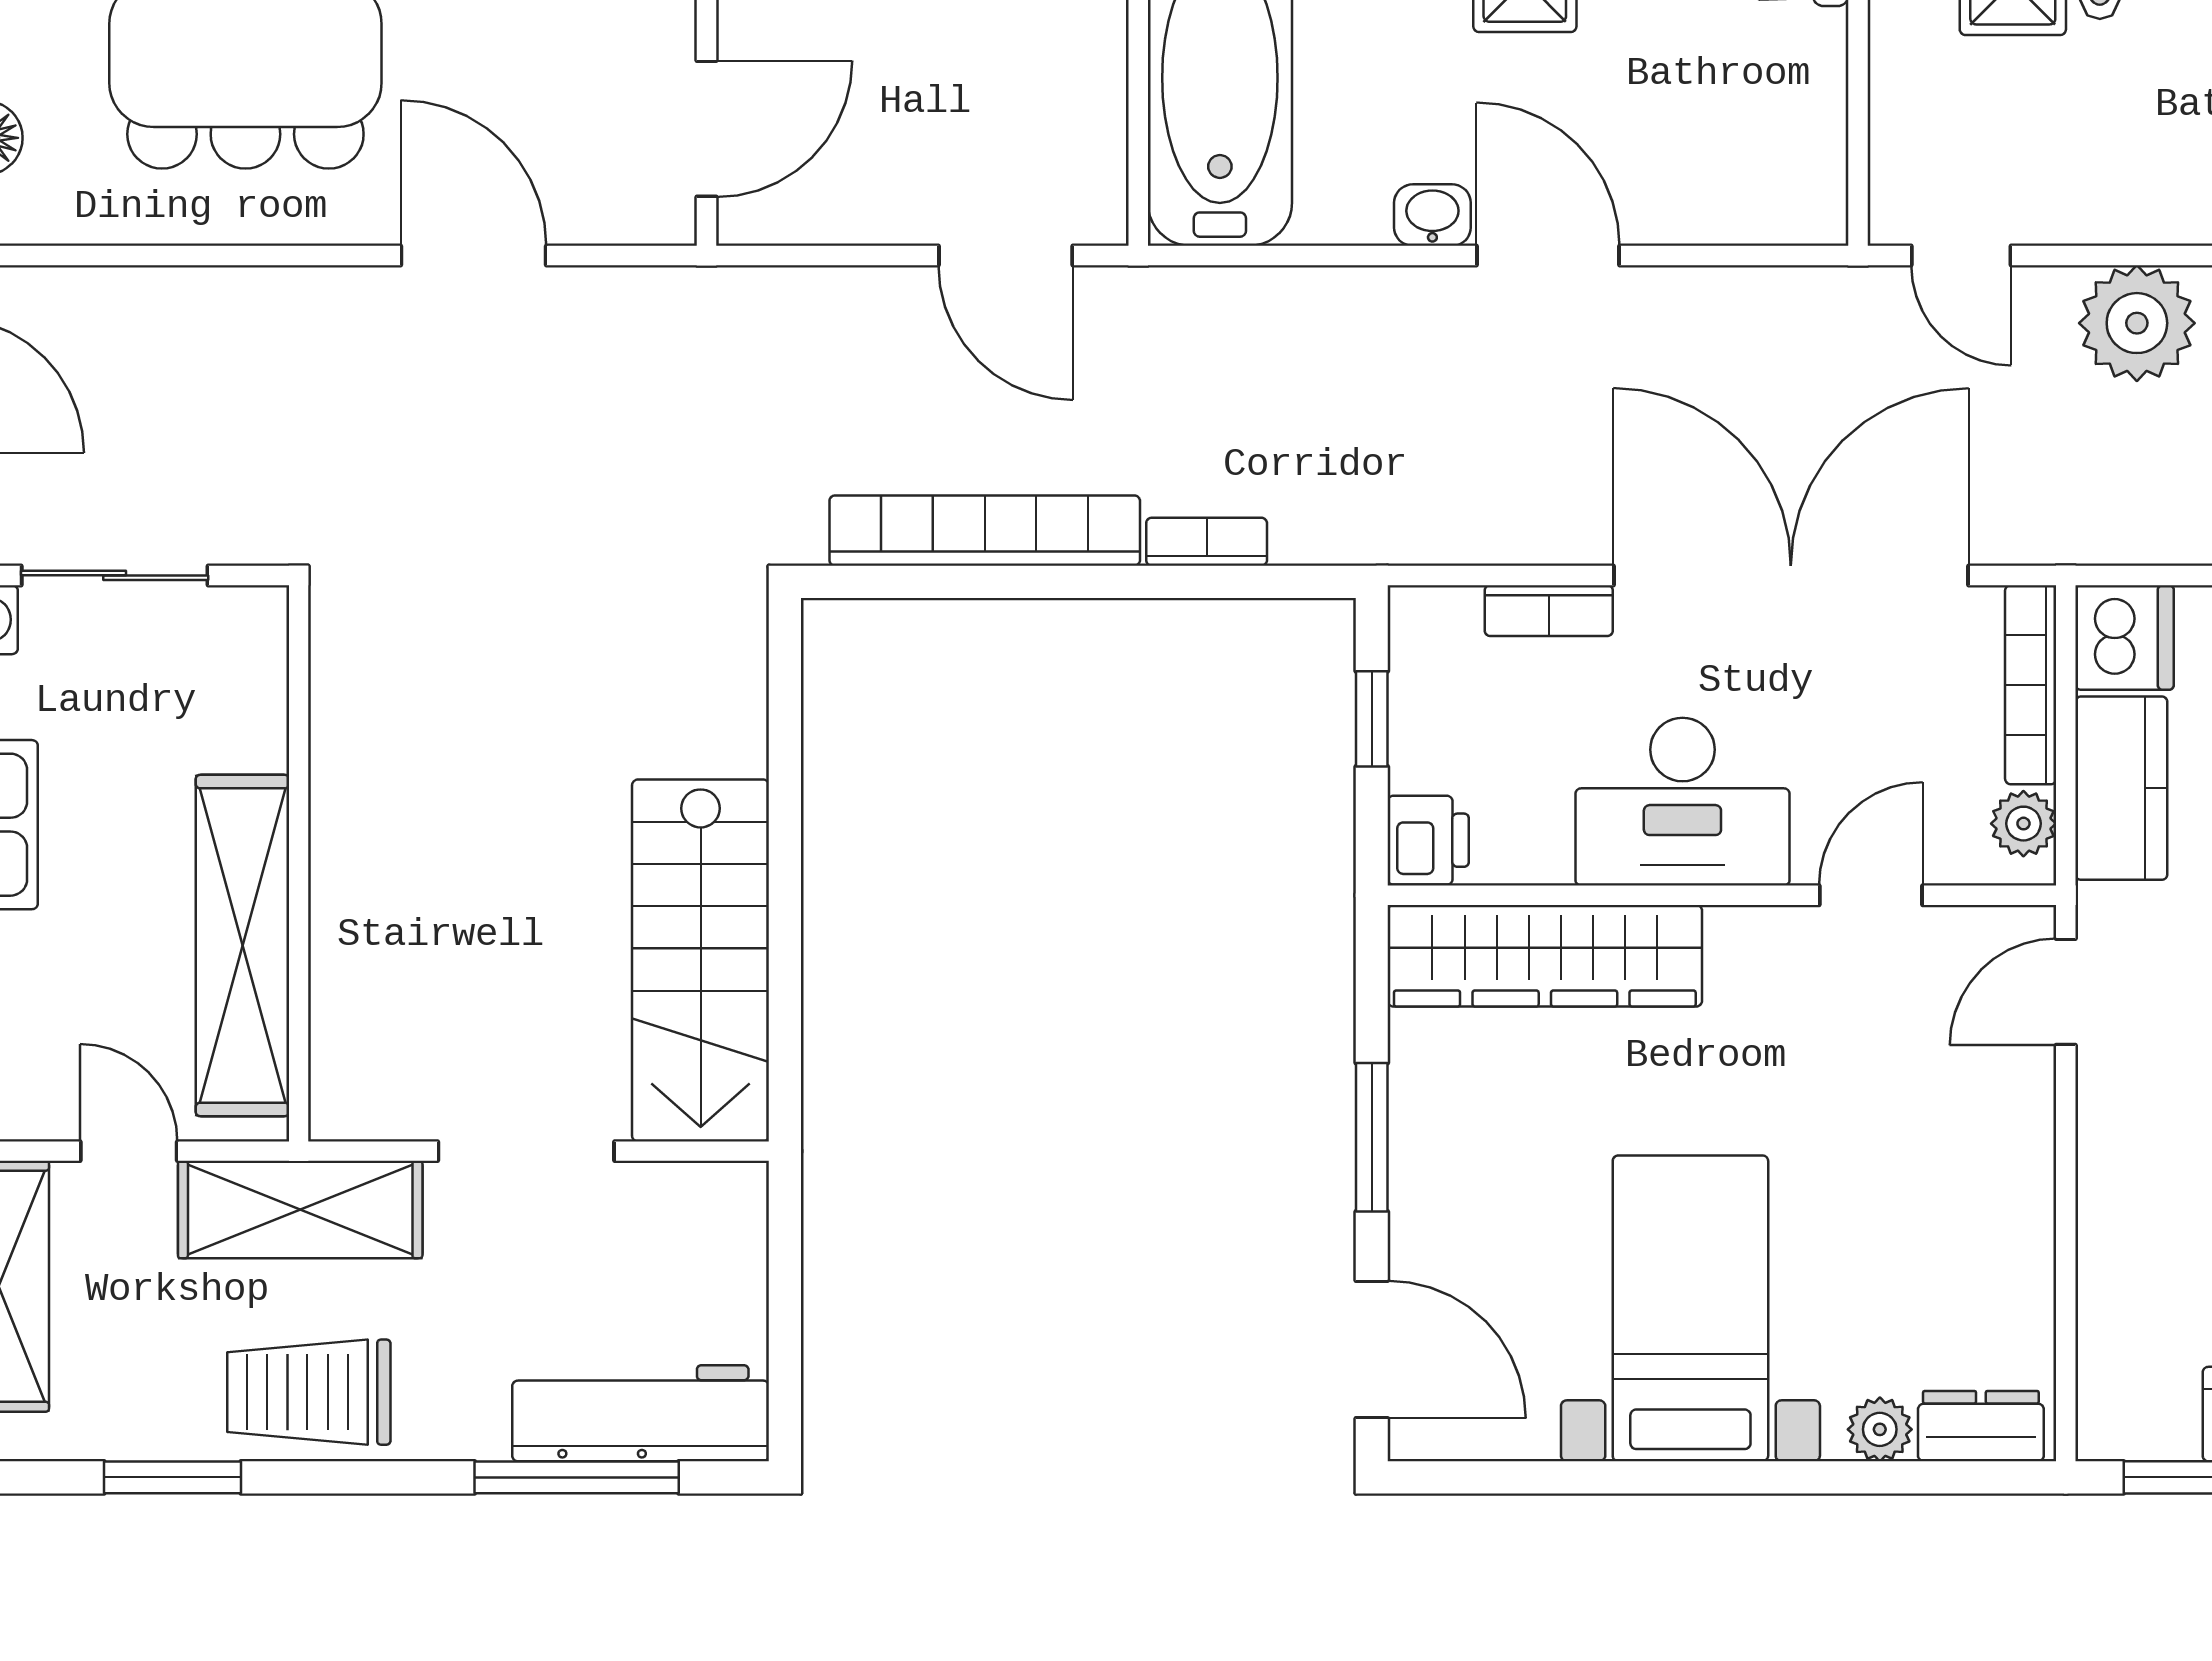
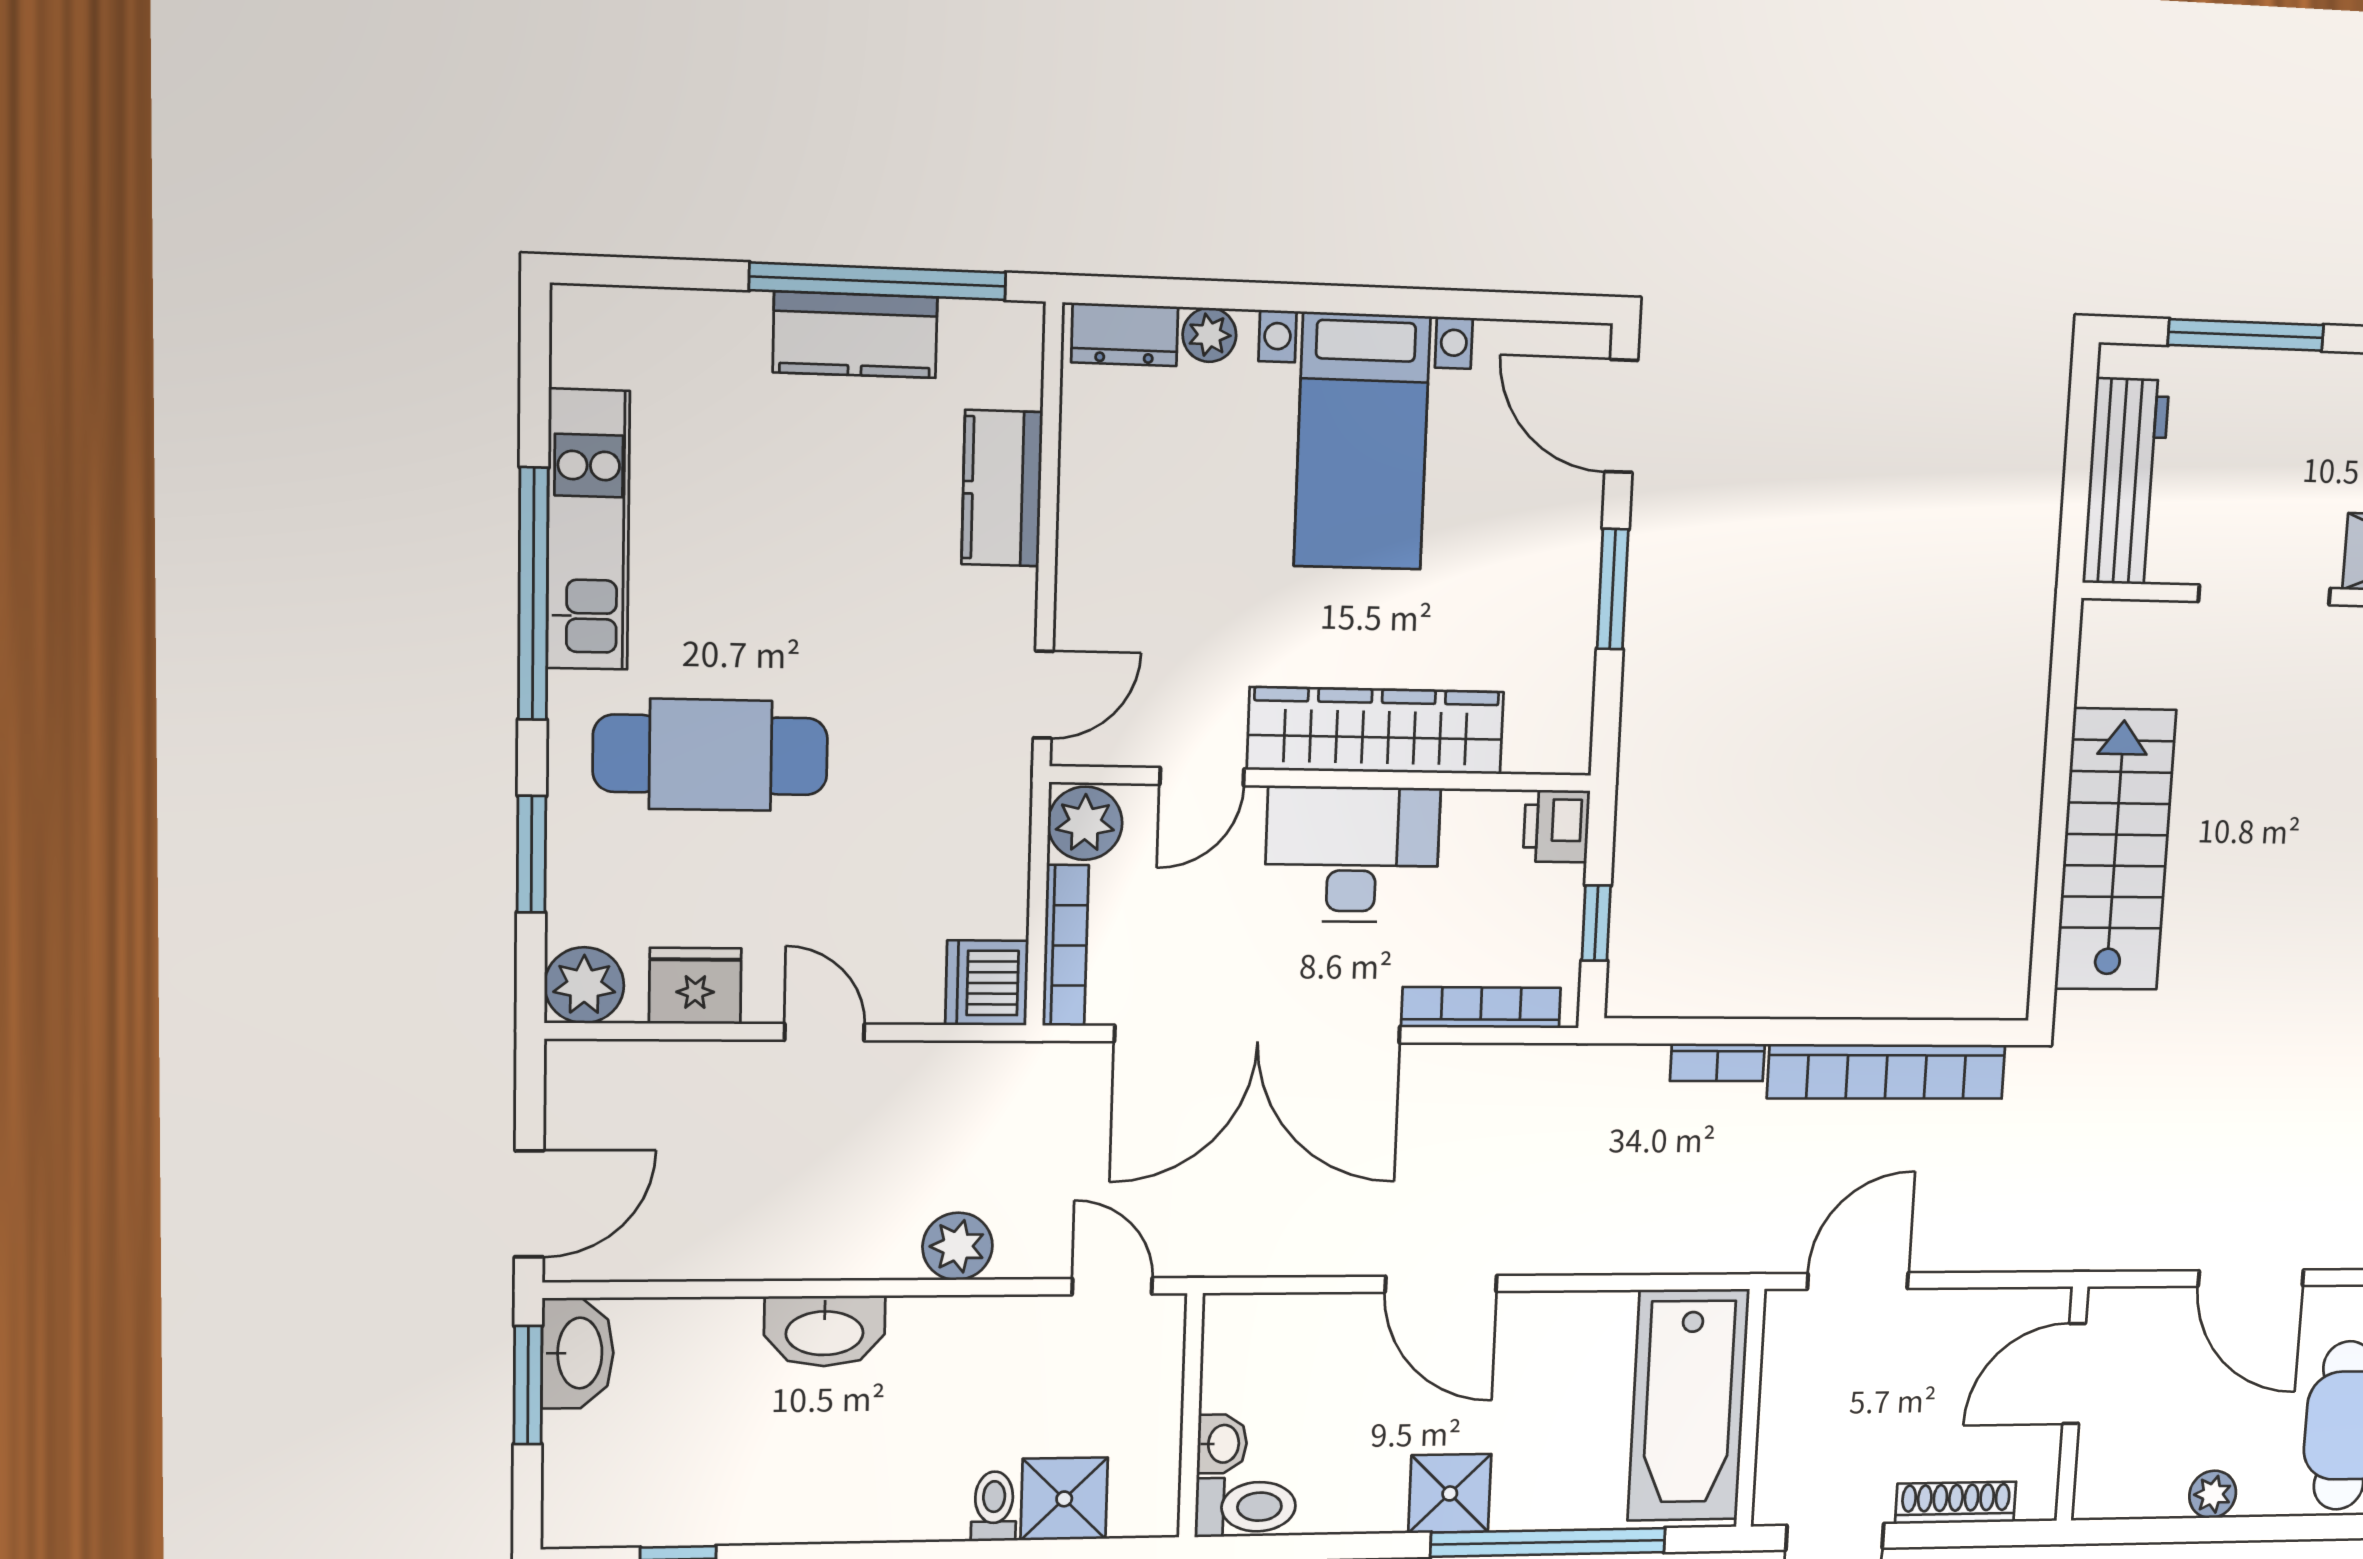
washbasin: (1432, 215) -> (1222, 1444), moved, turned -90
door: (1006, 256) -> (1858, 1281), hinge flipped
plant: (2137, 323) -> (957, 1246), width x0.73, depth x0.73
bookcase: (1549, 611) -> (1481, 1008), width x1.56
kitchen counter: (2121, 788) -> (1002, 488), moved
plant: (2023, 824) -> (1085, 823), width x1.38, depth x1.38
wardrobe: (1545, 956) -> (1376, 731), moved
stairs: (701, 960) -> (2115, 850), moved
workbench: (641, 1413) -> (2126, 482), moved, turned -90

